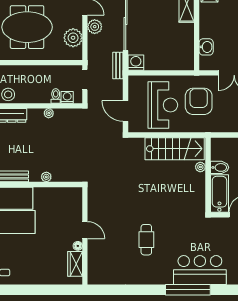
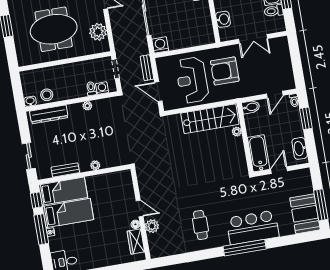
plant: (95, 27) -> (152, 226), moved
bench: (118, 66) -> (147, 68), moved
armchair: (199, 101) -> (225, 71), turned -90
reception desk: (163, 105) -> (192, 80), turned 180
bidet: (220, 167) -> (251, 107), moved
cafe table: (146, 240) -> (200, 225), moved

